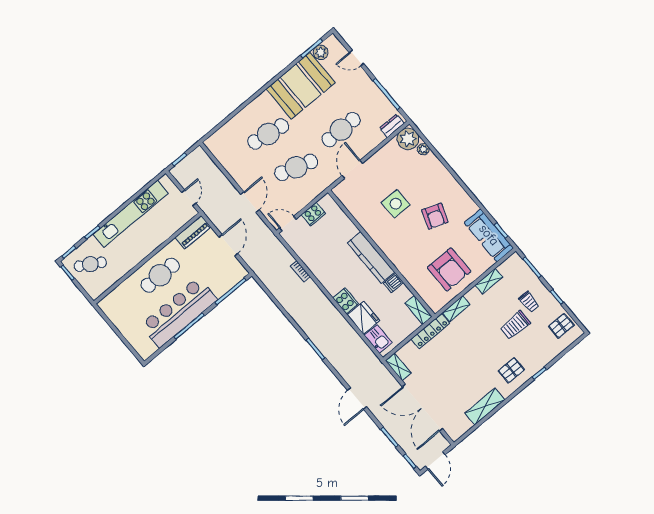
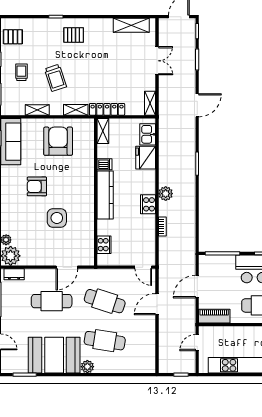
plant: (321, 52) -> (87, 367), moved
cooker: (313, 214) -> (104, 245), moved, turned 90
armchair: (435, 216) -> (37, 186), turned -110
cooker: (346, 301) -> (148, 204), moved
plant: (321, 302) -> (166, 194), added
trolley: (515, 325) -> (55, 78), moved, turned 72
shelving: (485, 406) -> (131, 25), moved
double door: (423, 408) -> (157, 61), width x0.54

